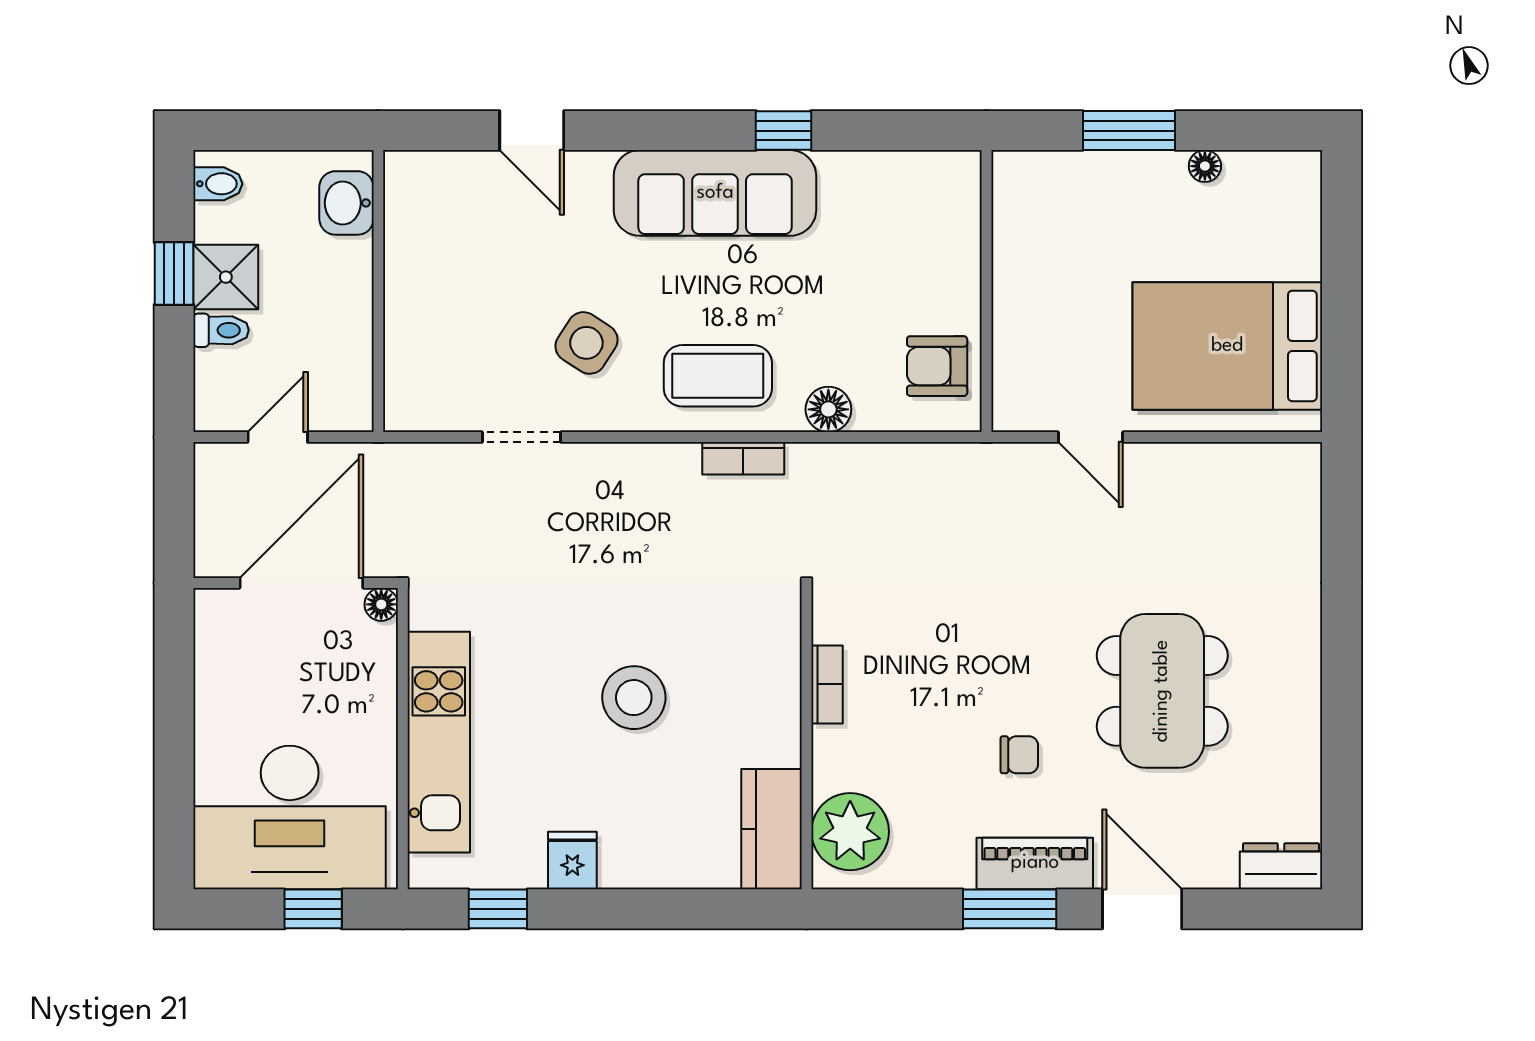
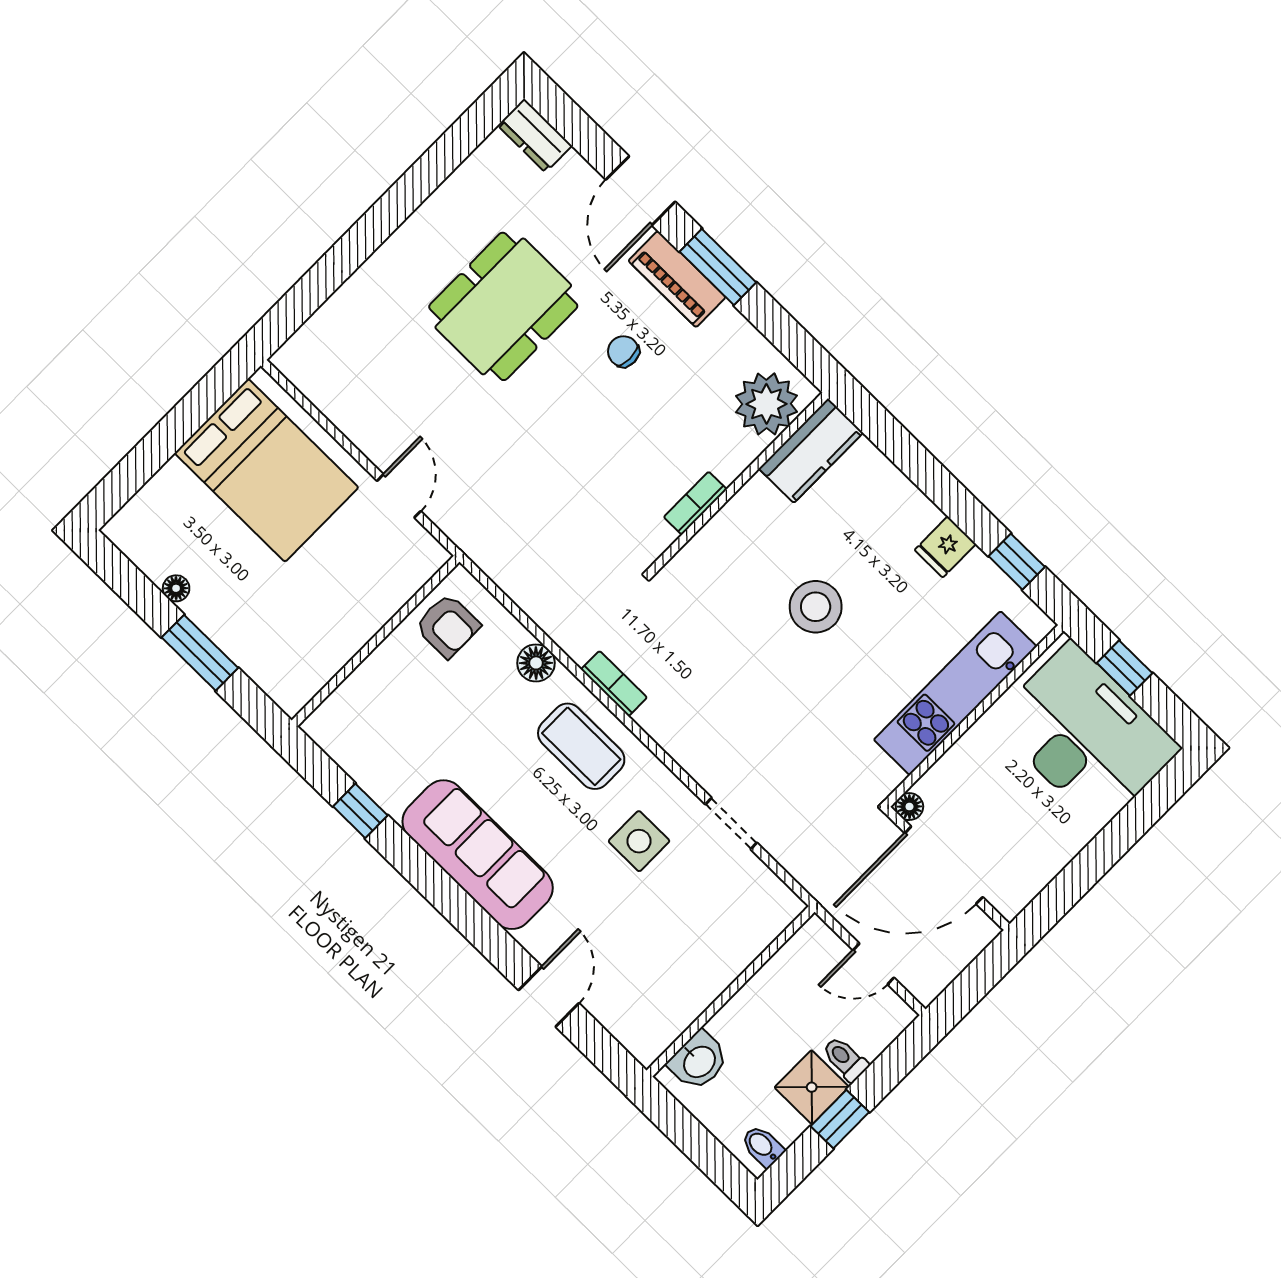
window: (783, 131) -> (360, 811), moved
side table: (586, 343) -> (639, 841), turned -33

